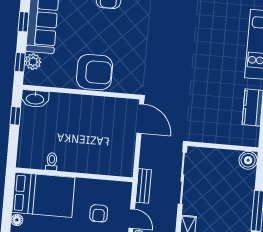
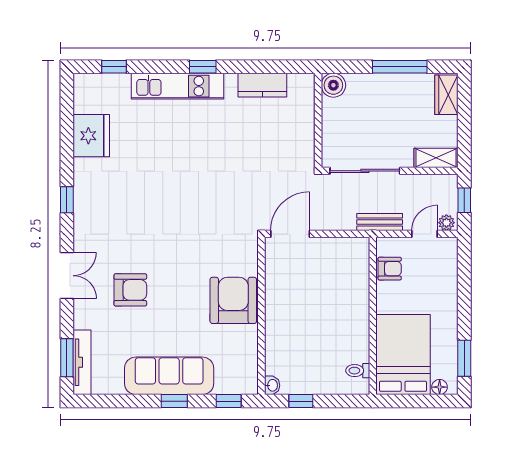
plant: (33, 62) -> (226, 384), removed
washbasin: (35, 99) -> (272, 385), width x0.52, depth x0.69
toilet: (52, 162) -> (358, 371), moved
armchair: (99, 213) -> (390, 269), moved

